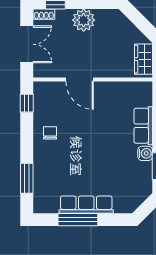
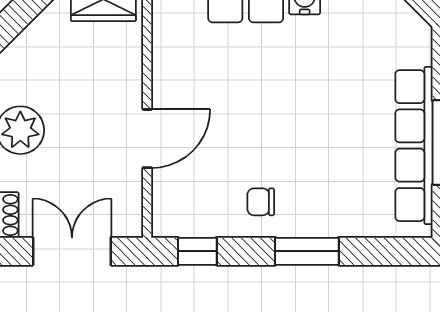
window: (27, 178) -> (307, 251), moved
row of seats: (86, 205) -> (414, 146), width x1.36

